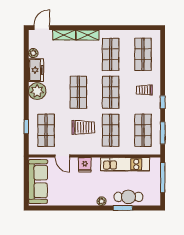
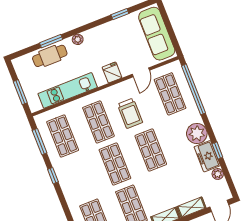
window: (26, 71) -> (217, 151), added
trolley: (144, 90) -> (79, 181), removed
window: (26, 127) -> (193, 89), width x3.17
trolley: (83, 127) -> (130, 113), turned -90
door: (62, 156) -> (141, 72), swing flipped
window: (163, 178) -> (20, 92), width x0.69
window: (61, 208) -> (120, 14), added

